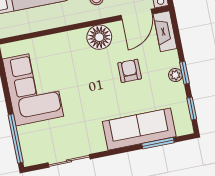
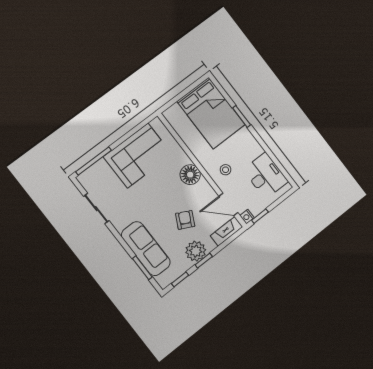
floor lamp: (99, 37) -> (190, 175), moved
armchair: (130, 71) -> (185, 220), turned -63
plant: (175, 75) -> (196, 251), width x1.88, depth x1.88

